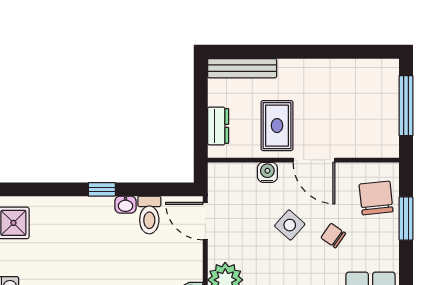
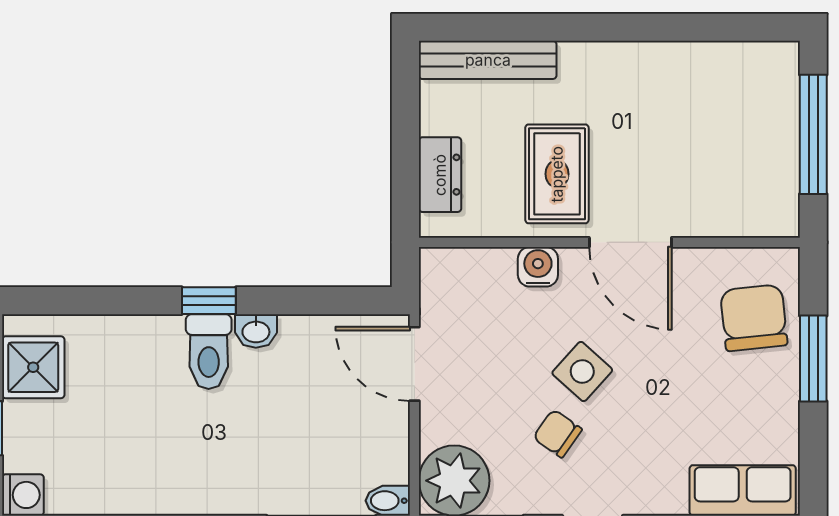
toilet: (149, 215) -> (209, 352), moved
chair: (333, 236) -> (558, 433), moved

